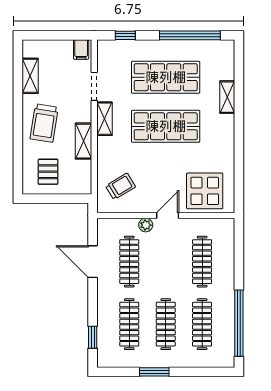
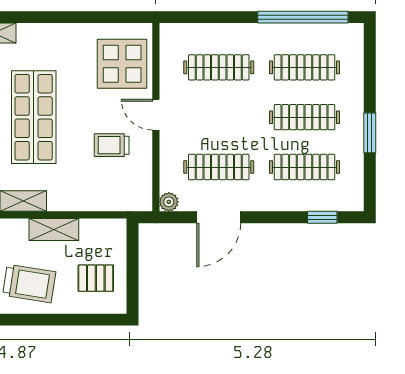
trolley: (121, 186) -> (112, 145), moved, turned -59
plant: (146, 225) -> (169, 202), moved

